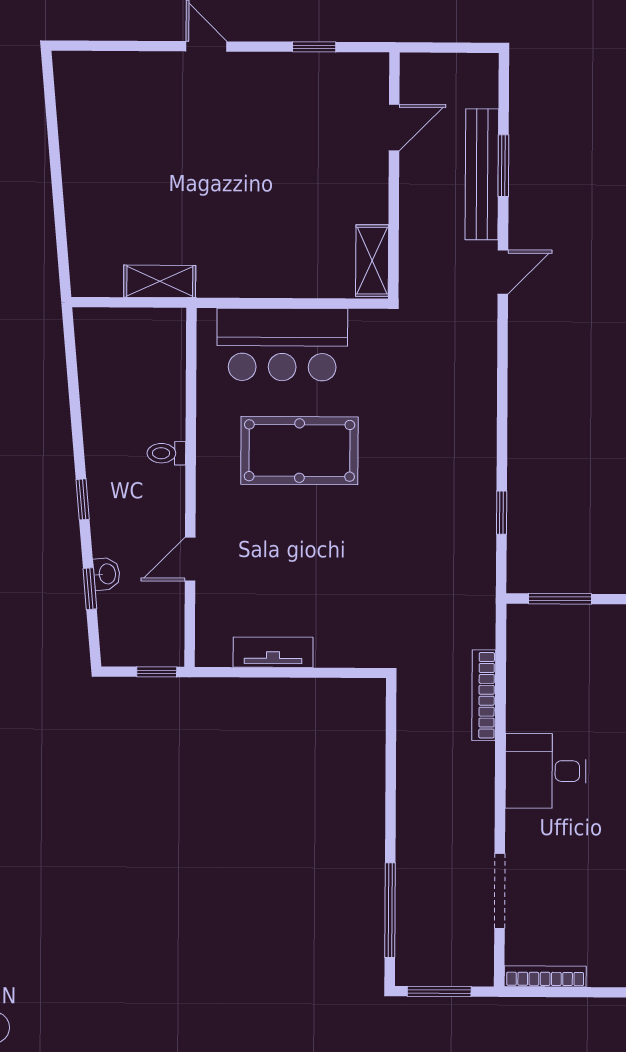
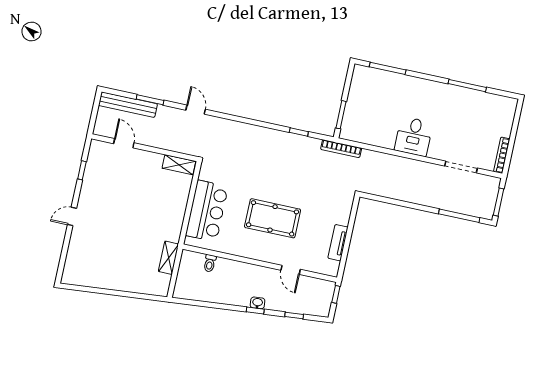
bench: (482, 174) -> (128, 105), moved
pool table: (299, 451) -> (273, 218), moved, turned 90
toilet: (166, 453) -> (210, 263), moved
washbasin: (107, 574) -> (257, 303), moved
bookcase: (484, 695) -> (341, 149), moved

